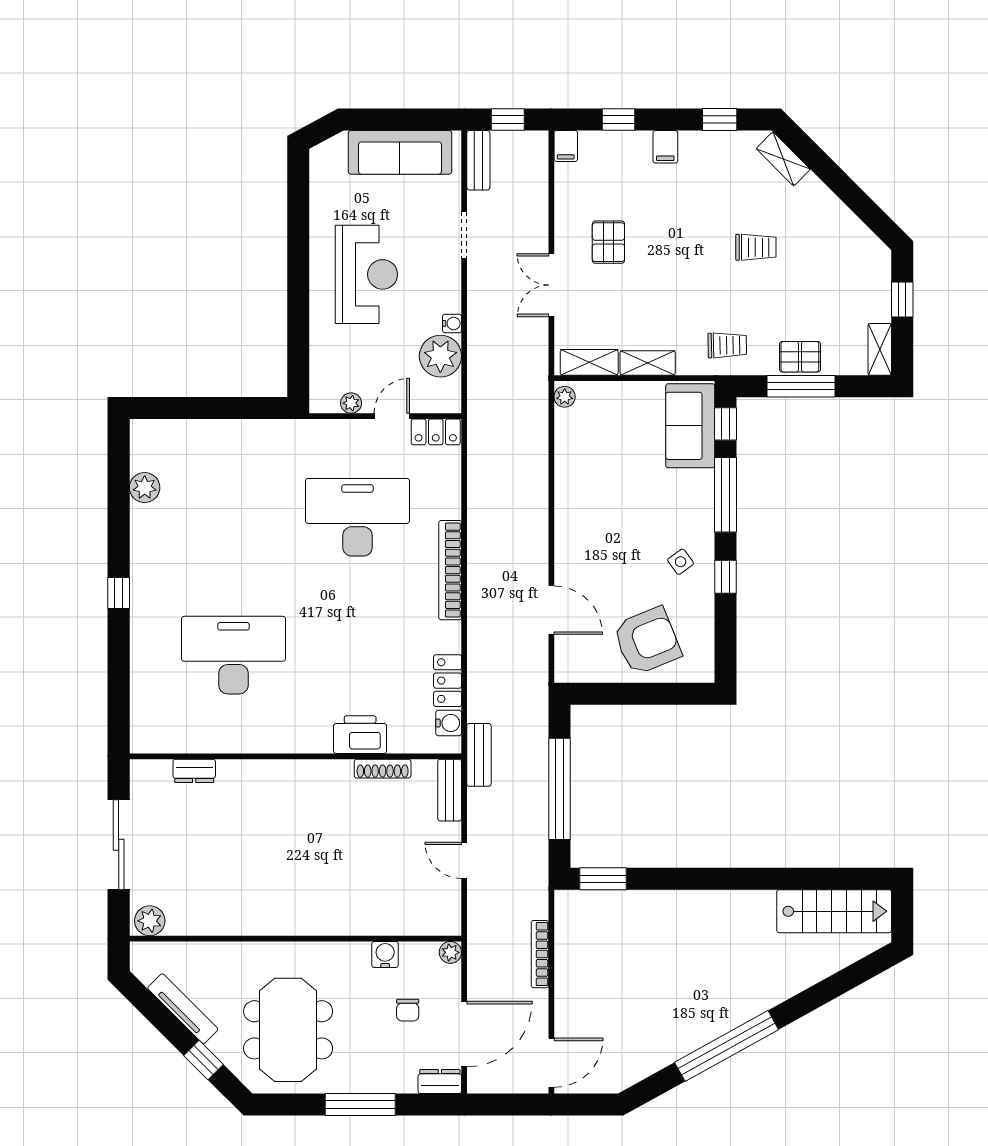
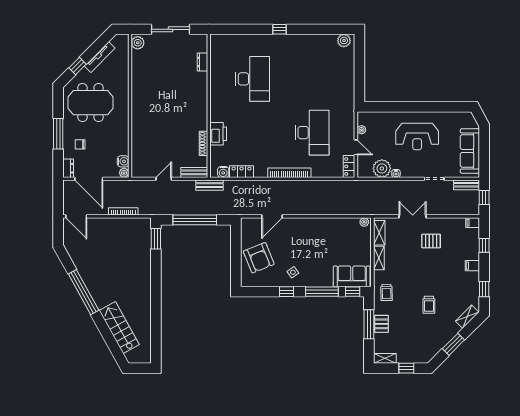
window: (847, 191) -> (453, 344), added
plant: (145, 488) -> (344, 41), moved
stairs: (834, 911) -> (119, 328), moved, turned 151
water cooler: (385, 954) -> (123, 161), moved
chair: (408, 1010) -> (80, 144), moved

